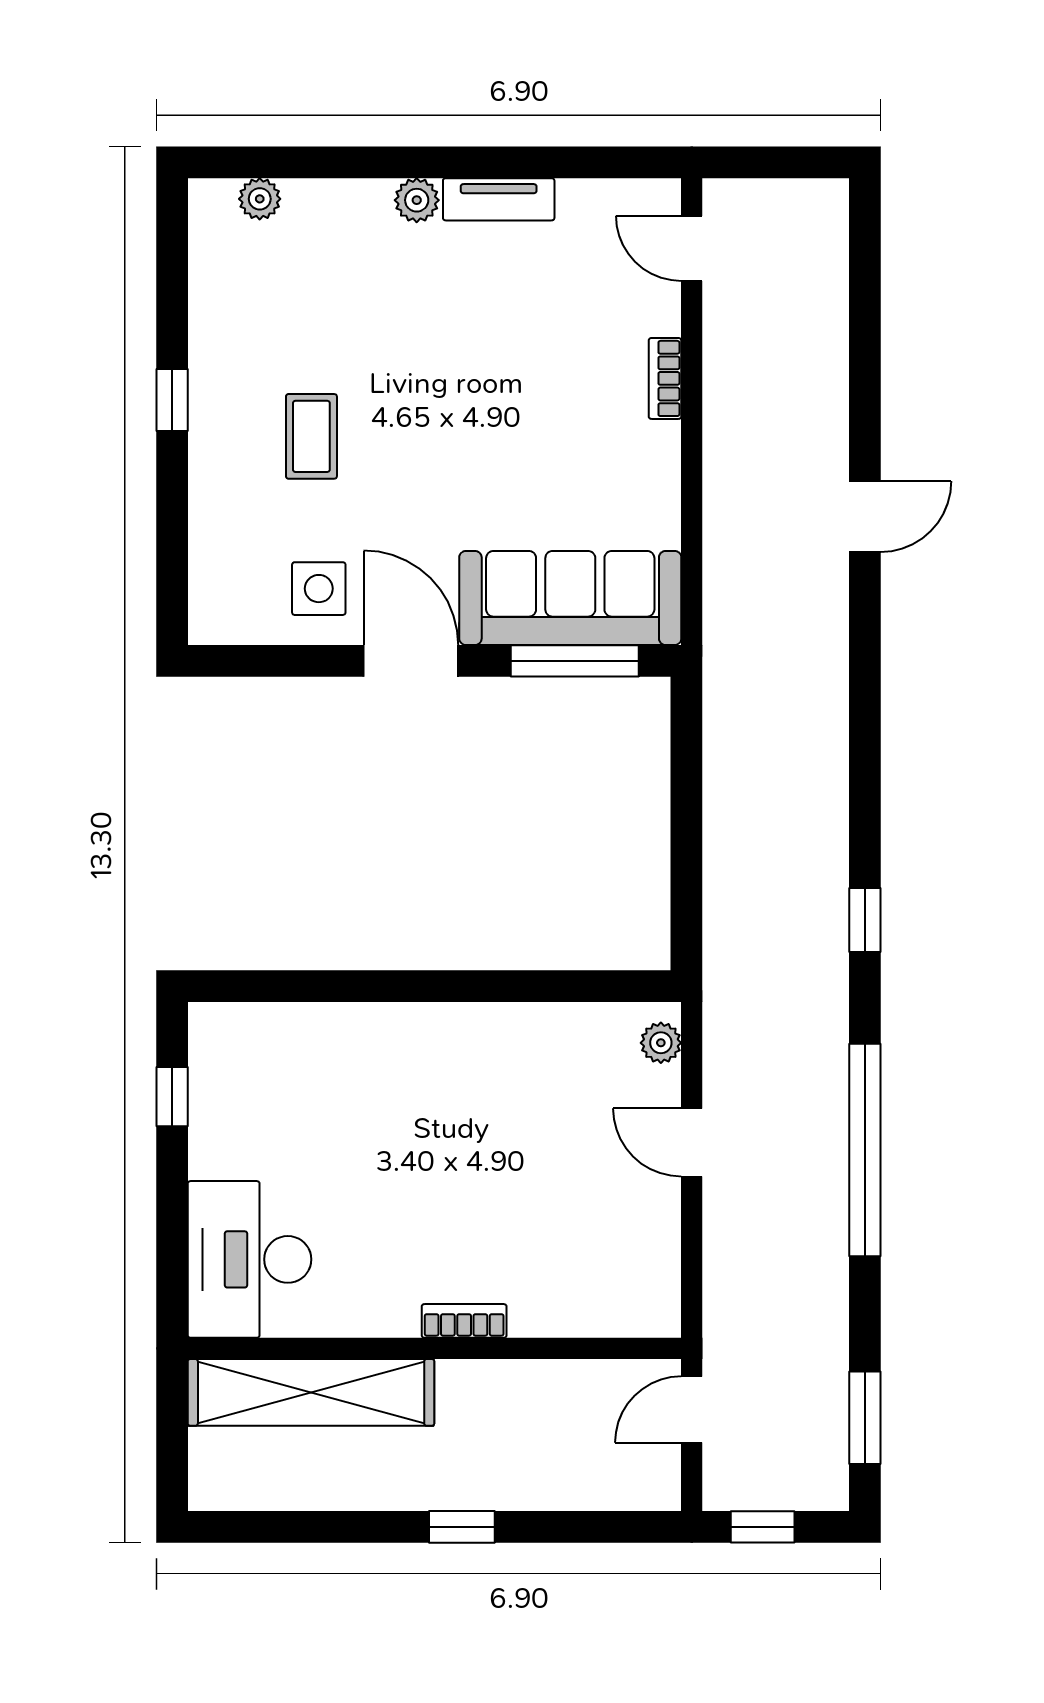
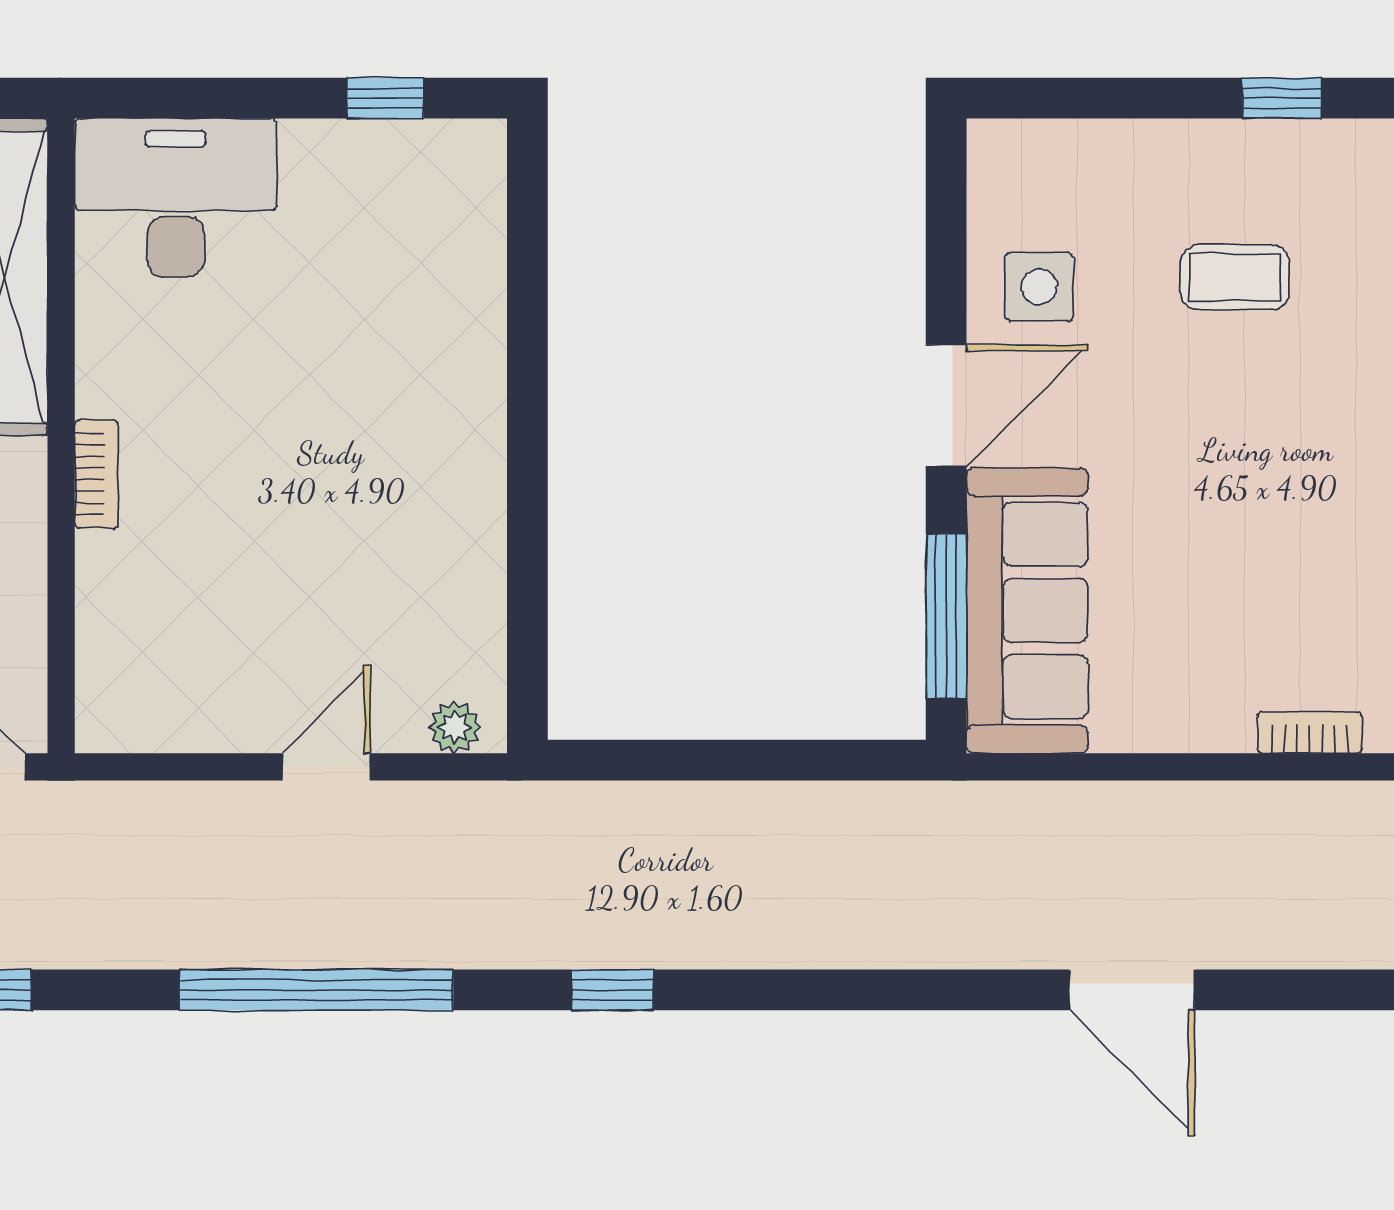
door: (865, 517) -> (1132, 990), width x1.38

